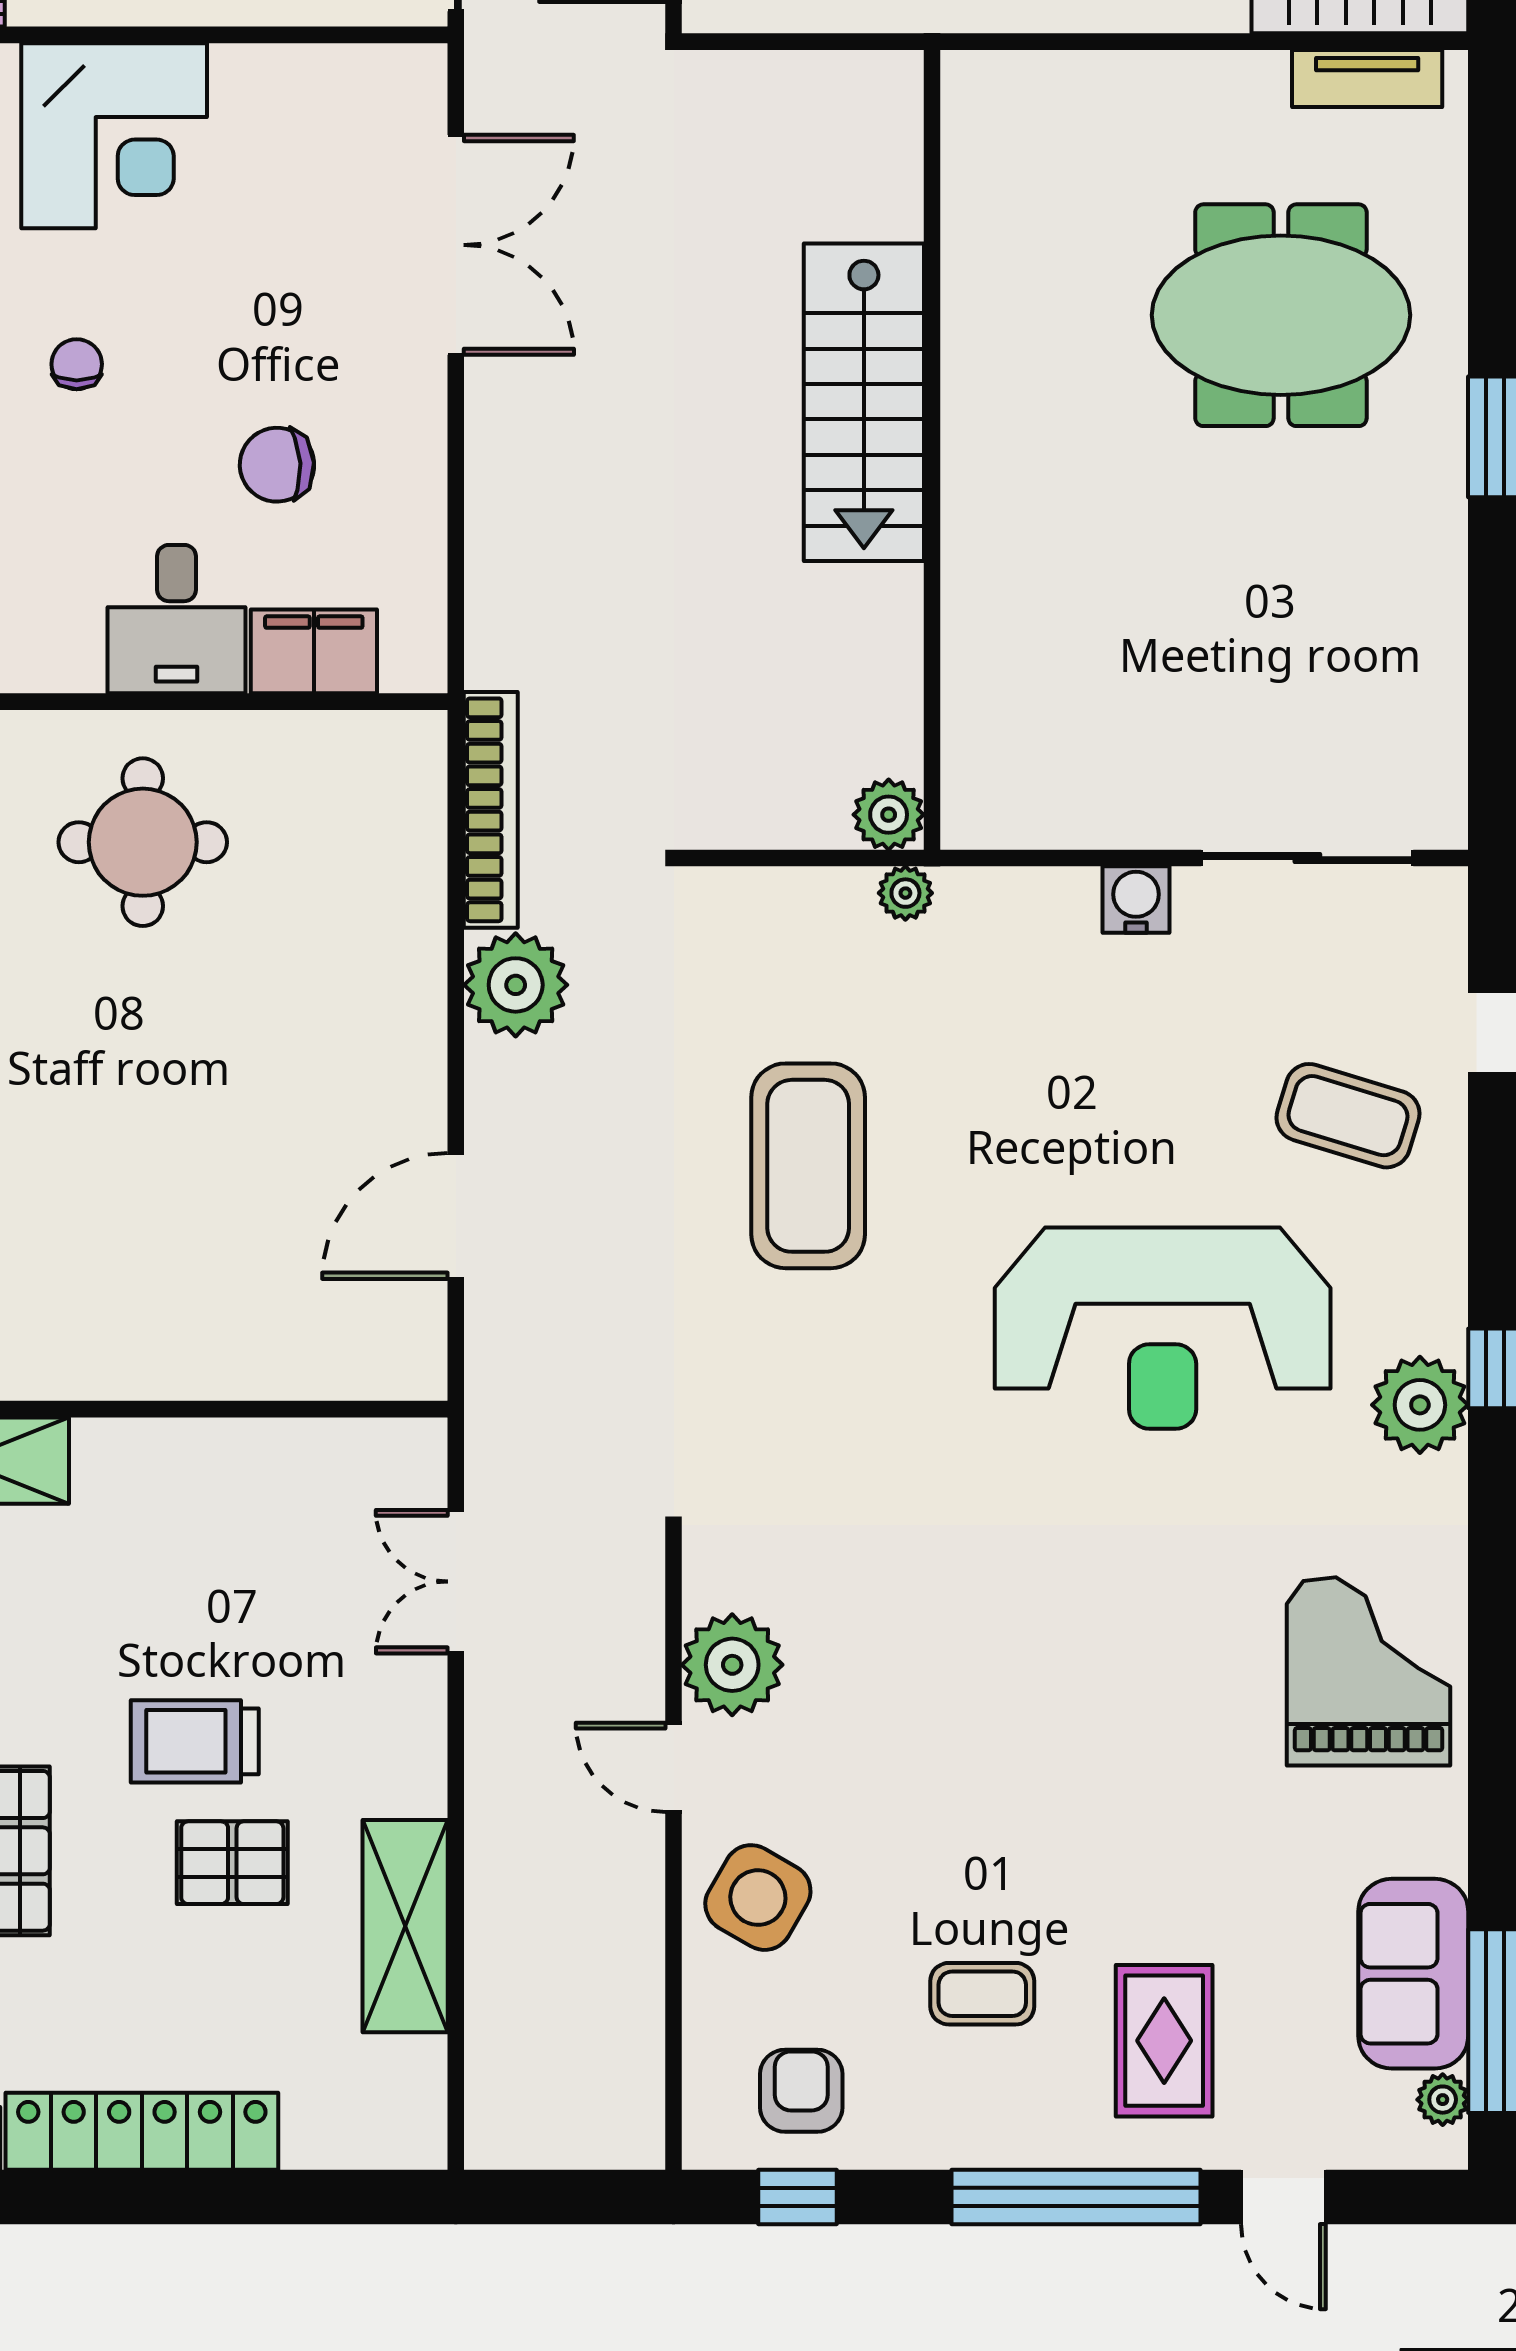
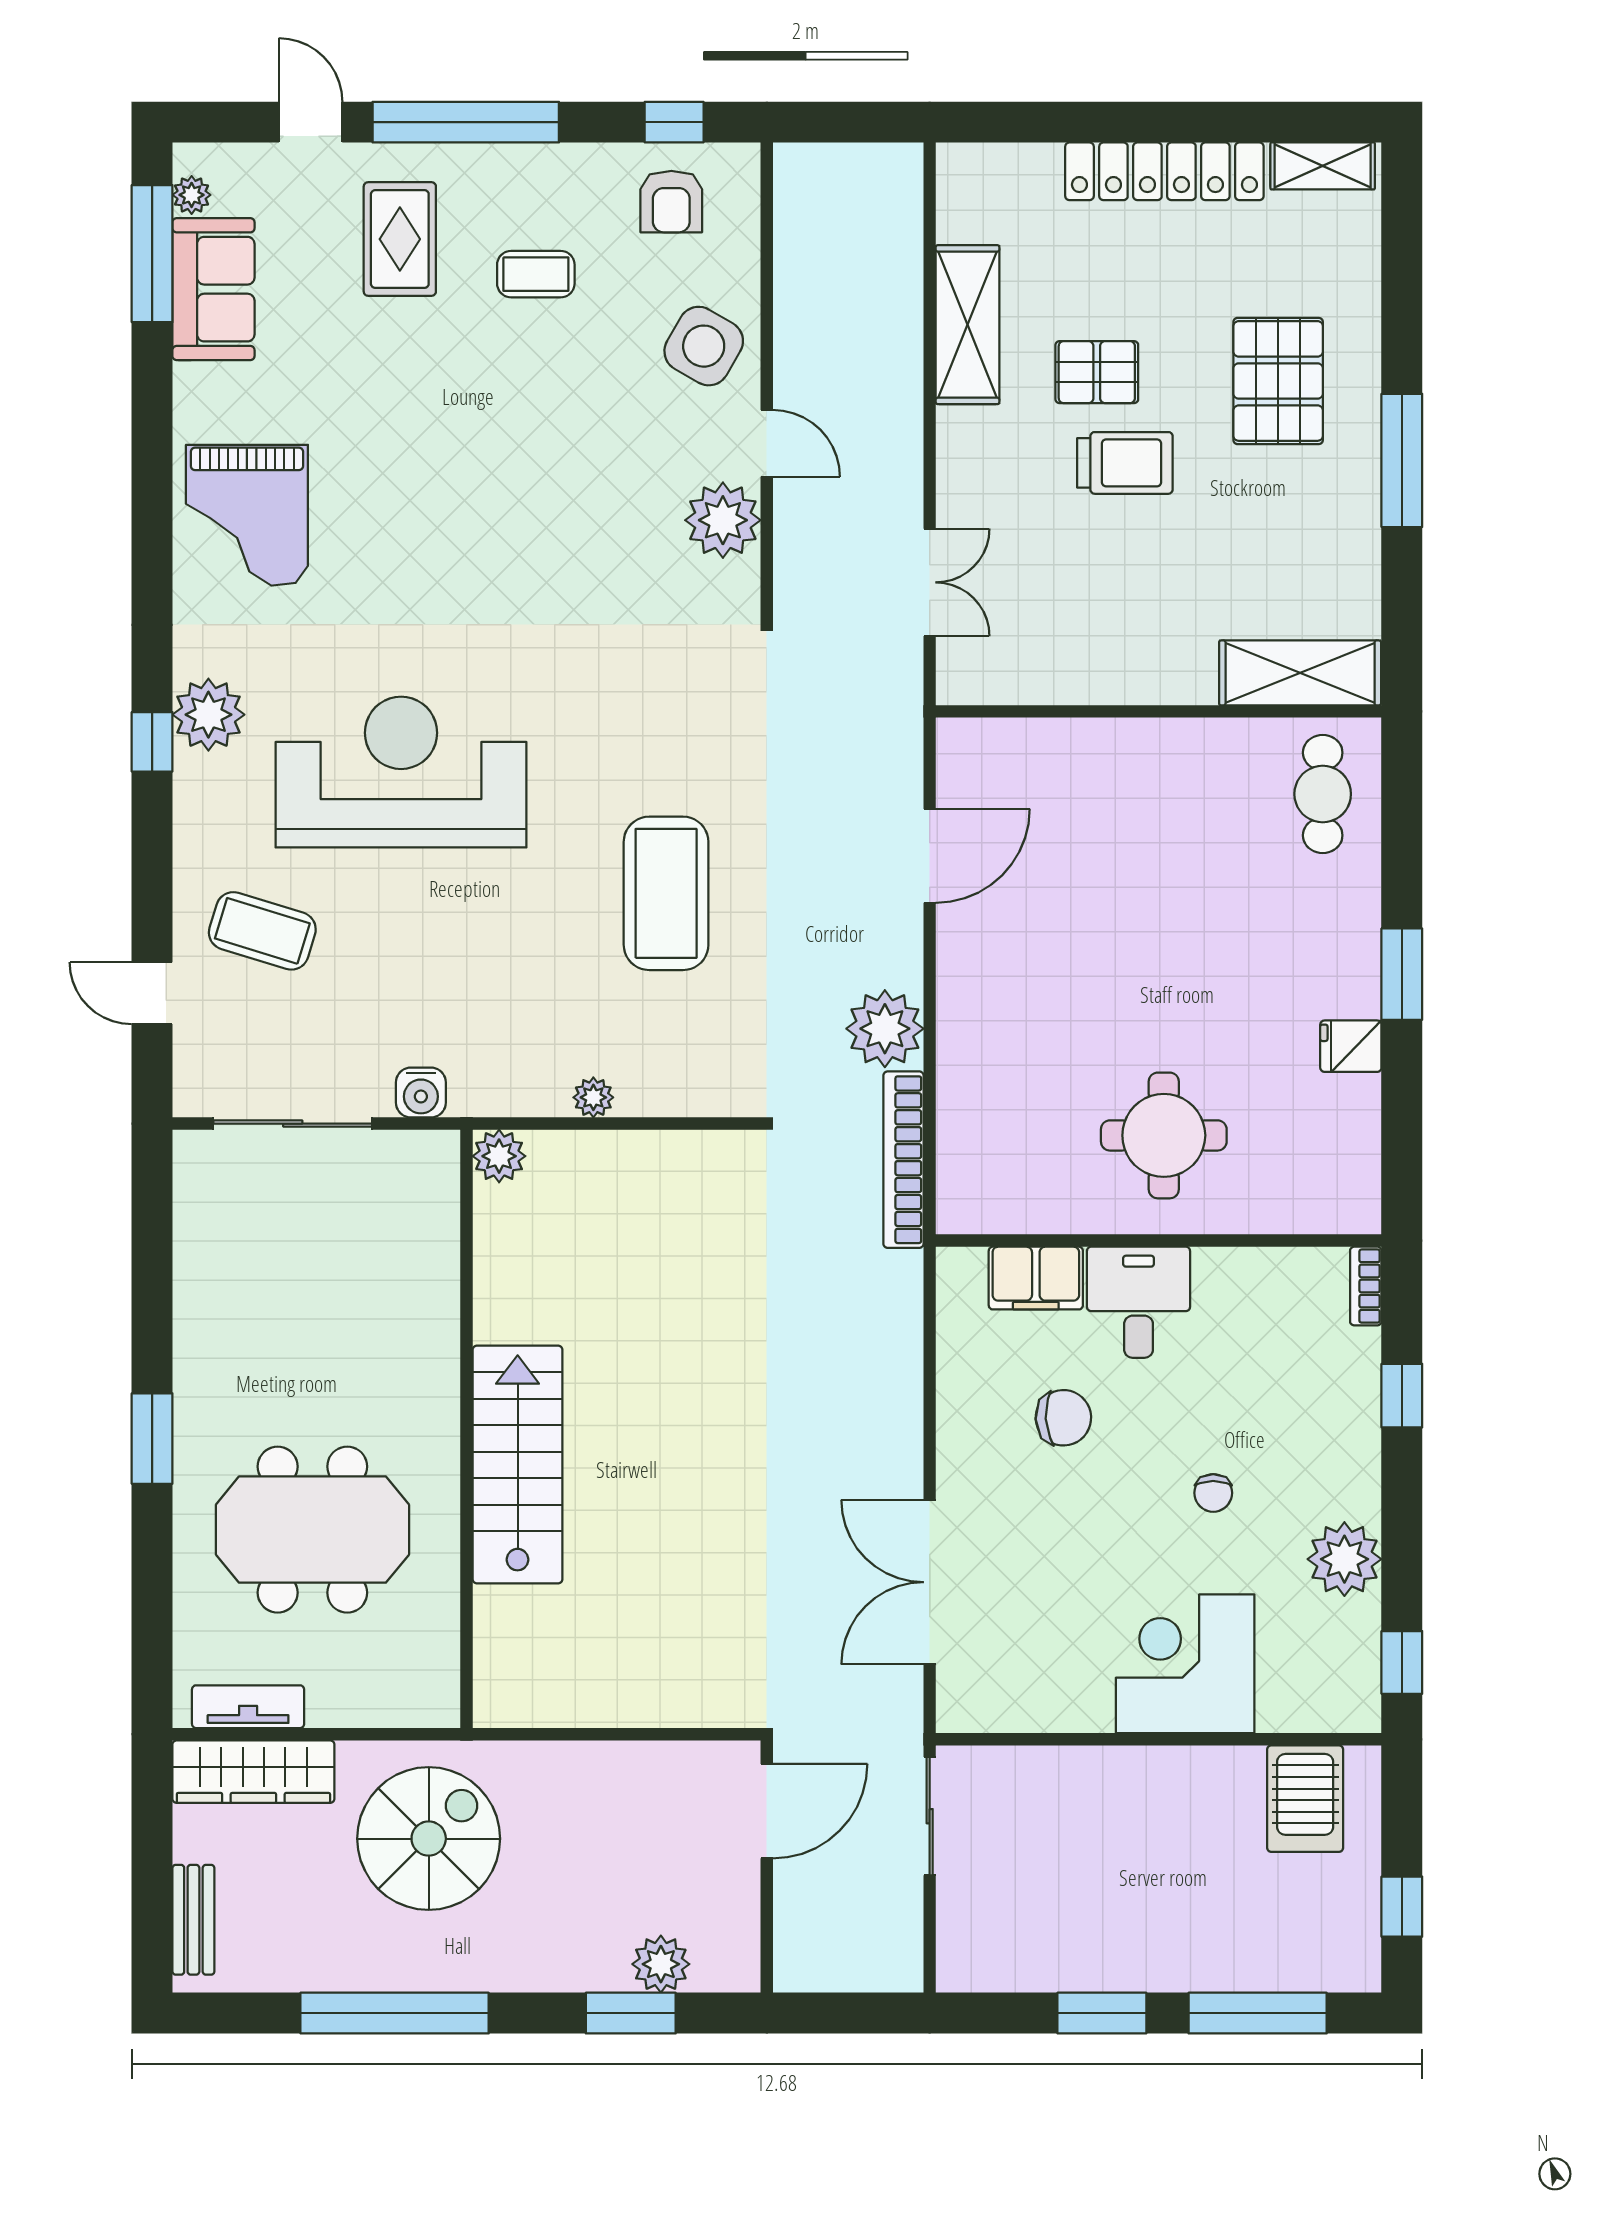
stairs: (864, 402) -> (518, 1465), moved
wall: (932, 450) -> (467, 1429), moved
plant: (889, 815) -> (499, 1156), moved

